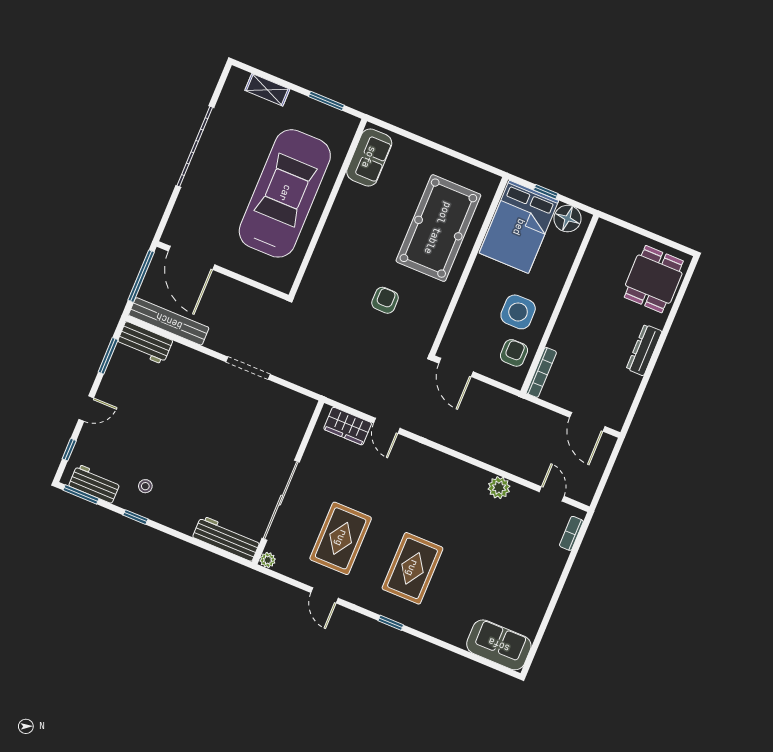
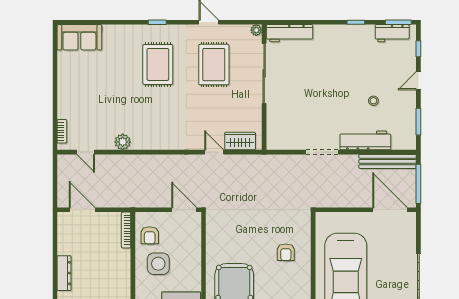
armchair: (385, 300) -> (286, 252), moved
workbench: (144, 343) -> (365, 140), moved, width x1.37
stool: (145, 486) -> (373, 101), moved

